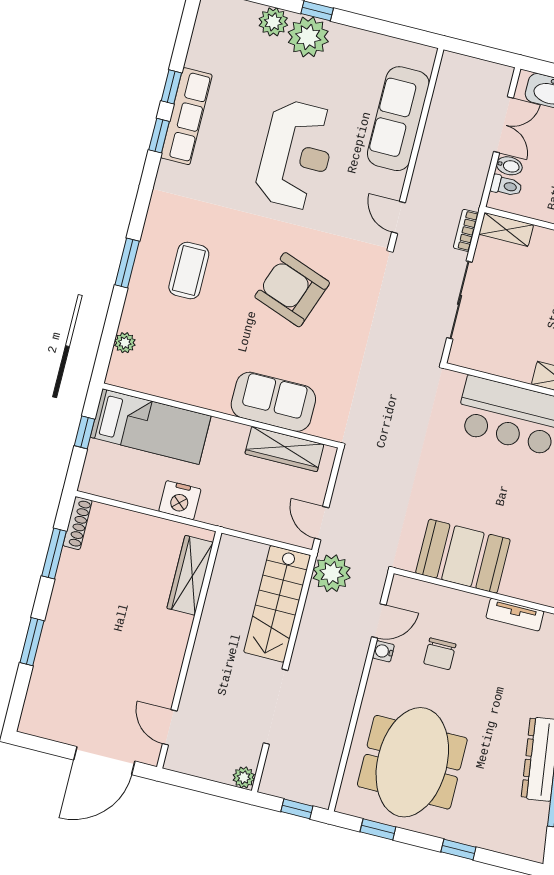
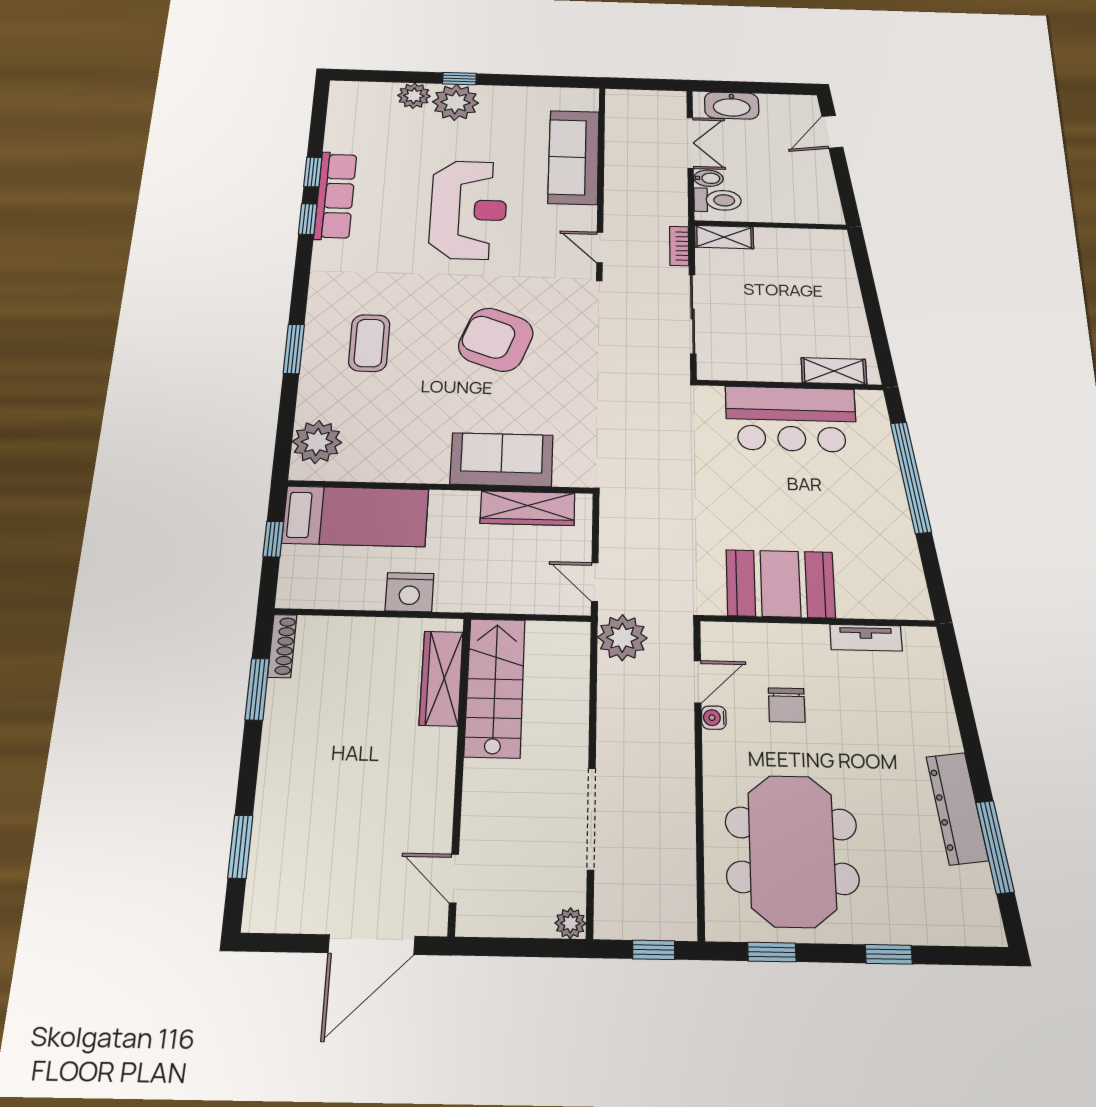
toilet: (506, 186) -> (718, 200), width x1.37, depth x1.39
plant: (125, 343) -> (317, 442), width x1.87, depth x1.87
stairs: (277, 604) -> (495, 687), moved, turned 180
window: (32, 642) -> (240, 847), moved

